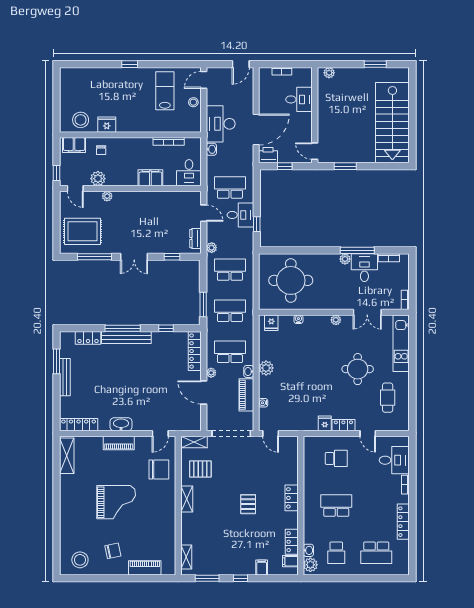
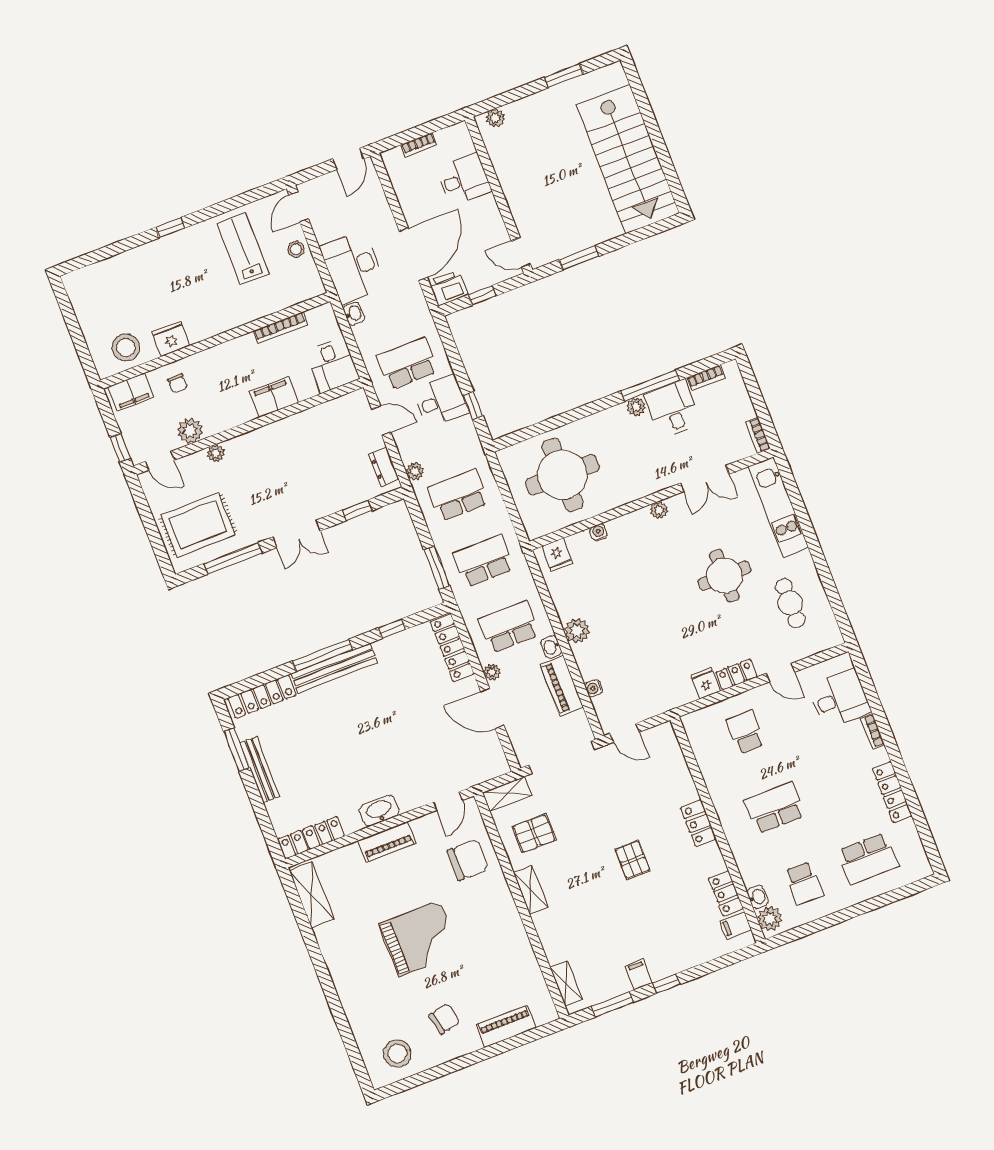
locker: (88, 338) -> (262, 697), width x1.53
school desk: (336, 458) -> (745, 732), turned -90
filing cabinet: (262, 567) -> (639, 974), moved

